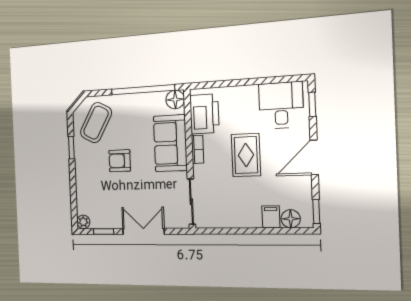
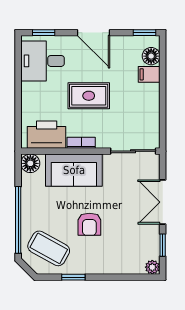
window: (143, 90) -> (18, 220), moved

